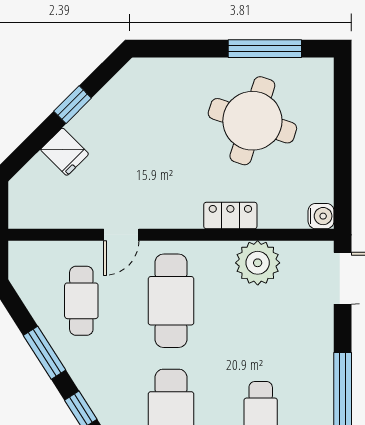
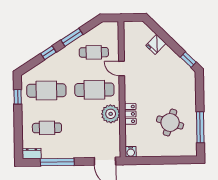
window: (73, 105) -> (188, 60), moved
round table: (252, 121) -> (170, 123), width x0.73, depth x0.73
plant: (258, 263) -> (111, 114), moved

